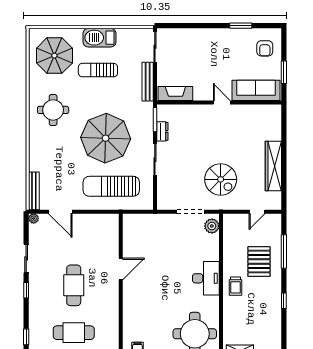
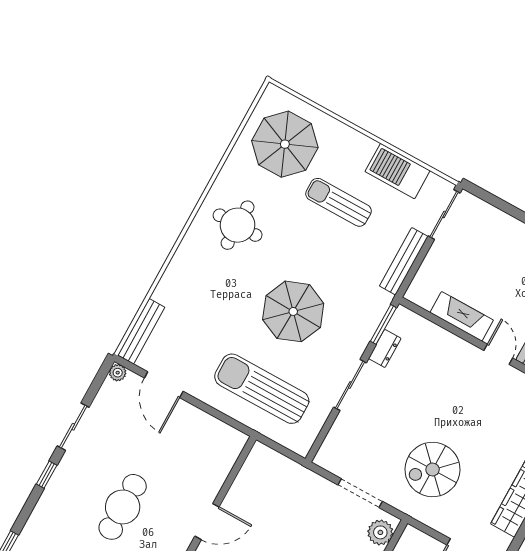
barbecue: (99, 38) -> (398, 171), moved
fireplace: (175, 93) -> (462, 316), moved
parasol: (106, 138) -> (293, 311), width x0.73, depth x0.73
spiral stairs: (221, 179) -> (433, 470), turned 90

